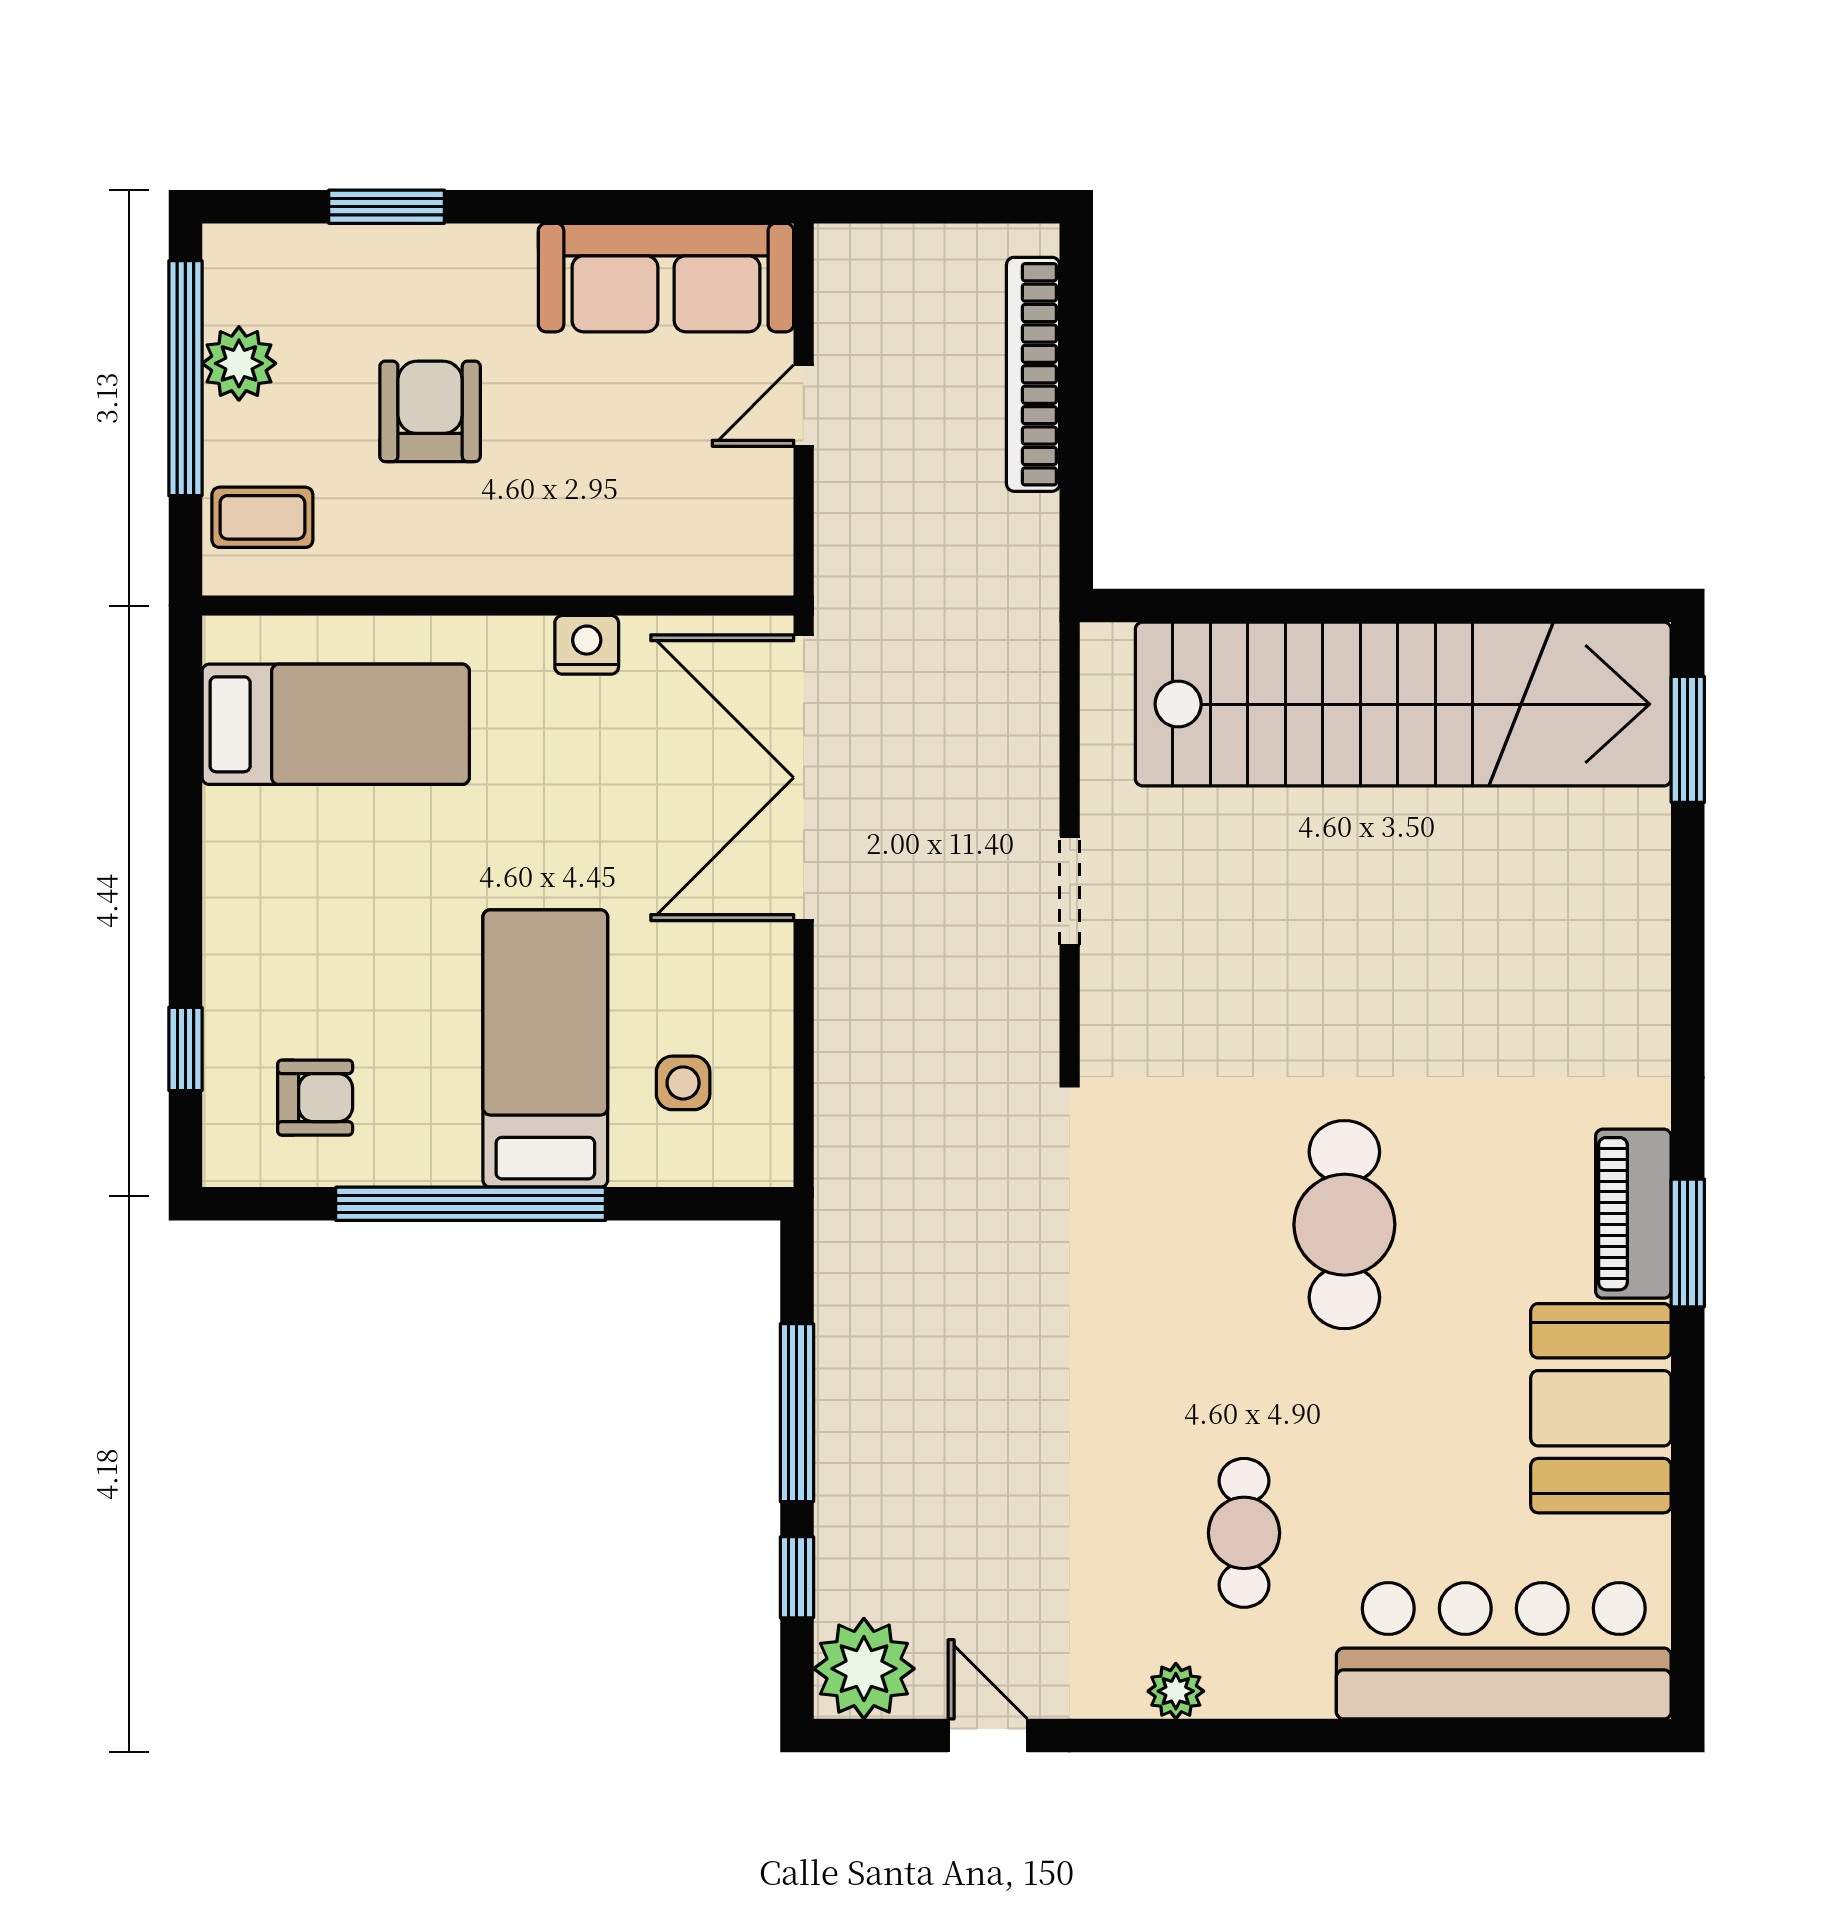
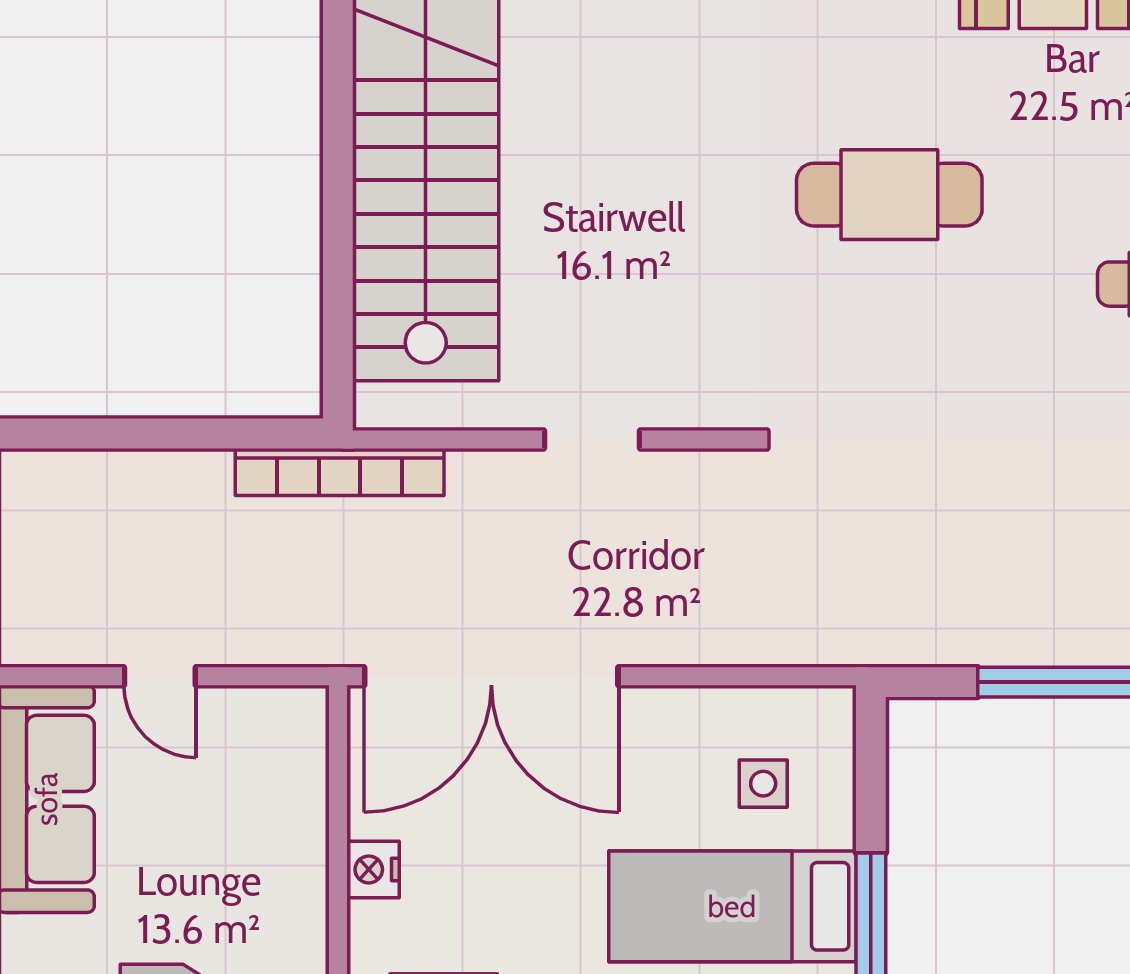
bookcase: (1033, 374) -> (340, 472), moved

